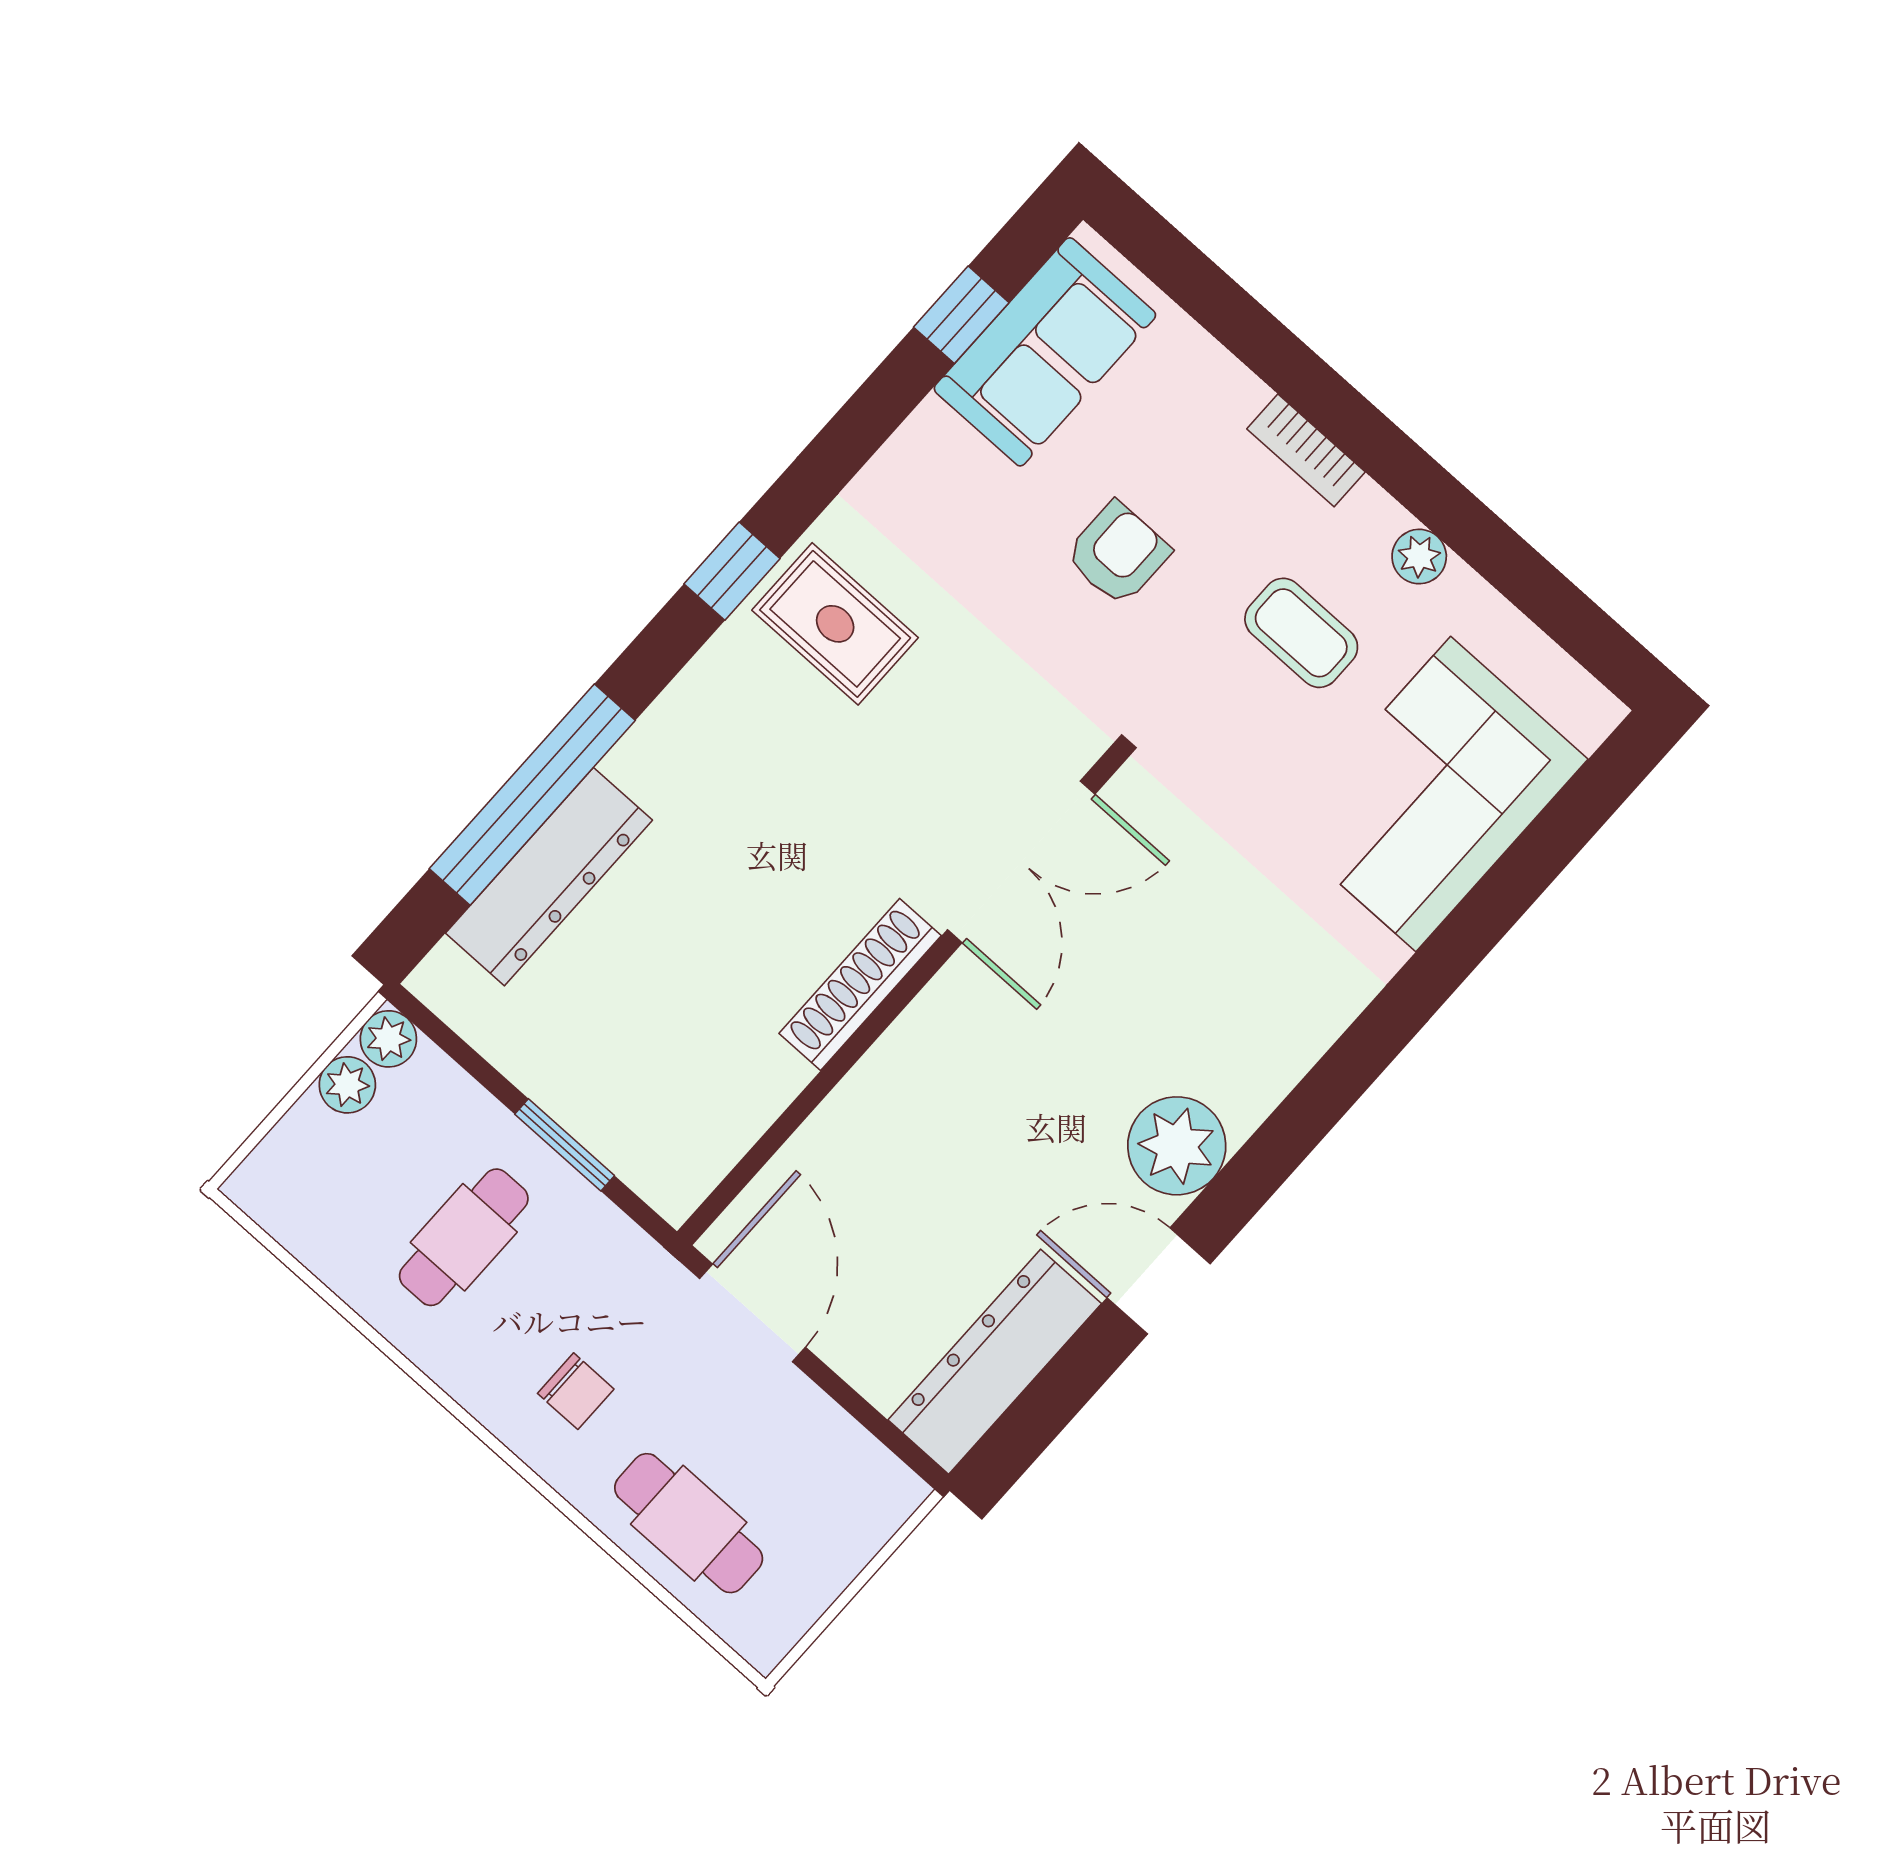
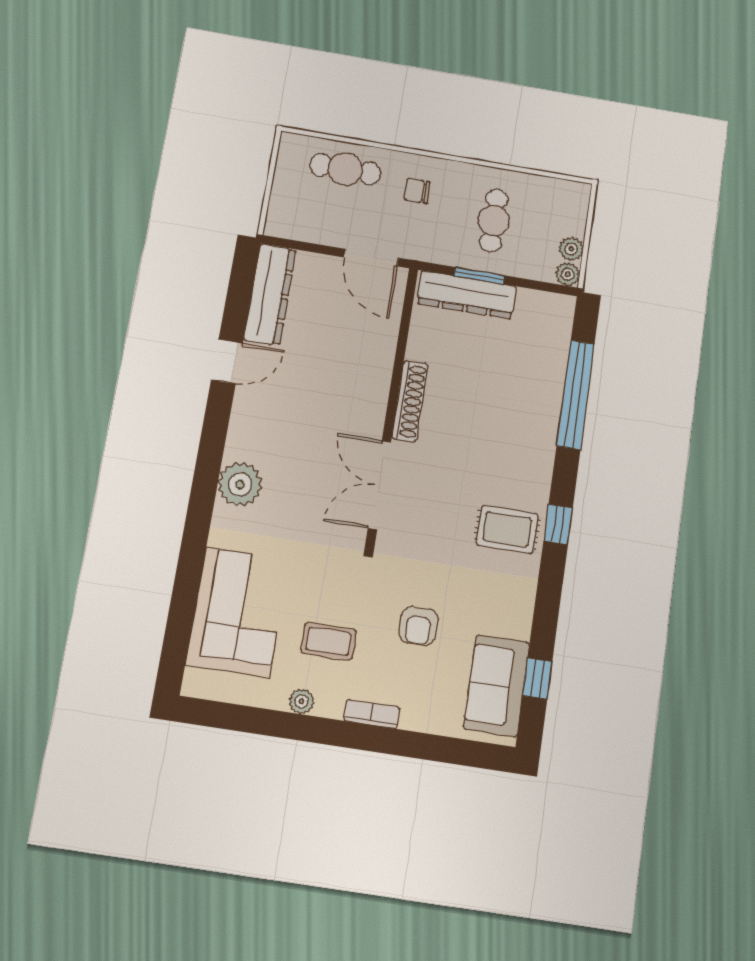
dresser: (549, 877) -> (467, 295), moved, turned -90
plant: (1177, 1146) -> (240, 484), moved

